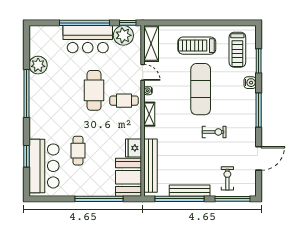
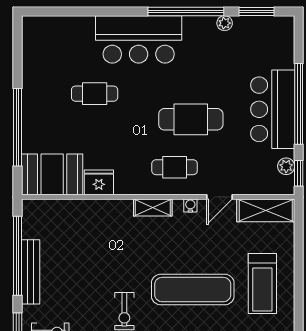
plant: (123, 35) -> (286, 166), width x0.53, depth x0.53
treadmill: (197, 46) -> (262, 283), turned 180
plant: (38, 65) -> (225, 23), width x0.53, depth x0.53
cafe table: (124, 101) -> (175, 167), turned 90
window: (27, 156) -> (256, 11), moved
bar counter: (44, 166) -> (139, 39), moved
bench: (151, 166) -> (71, 210), removed

